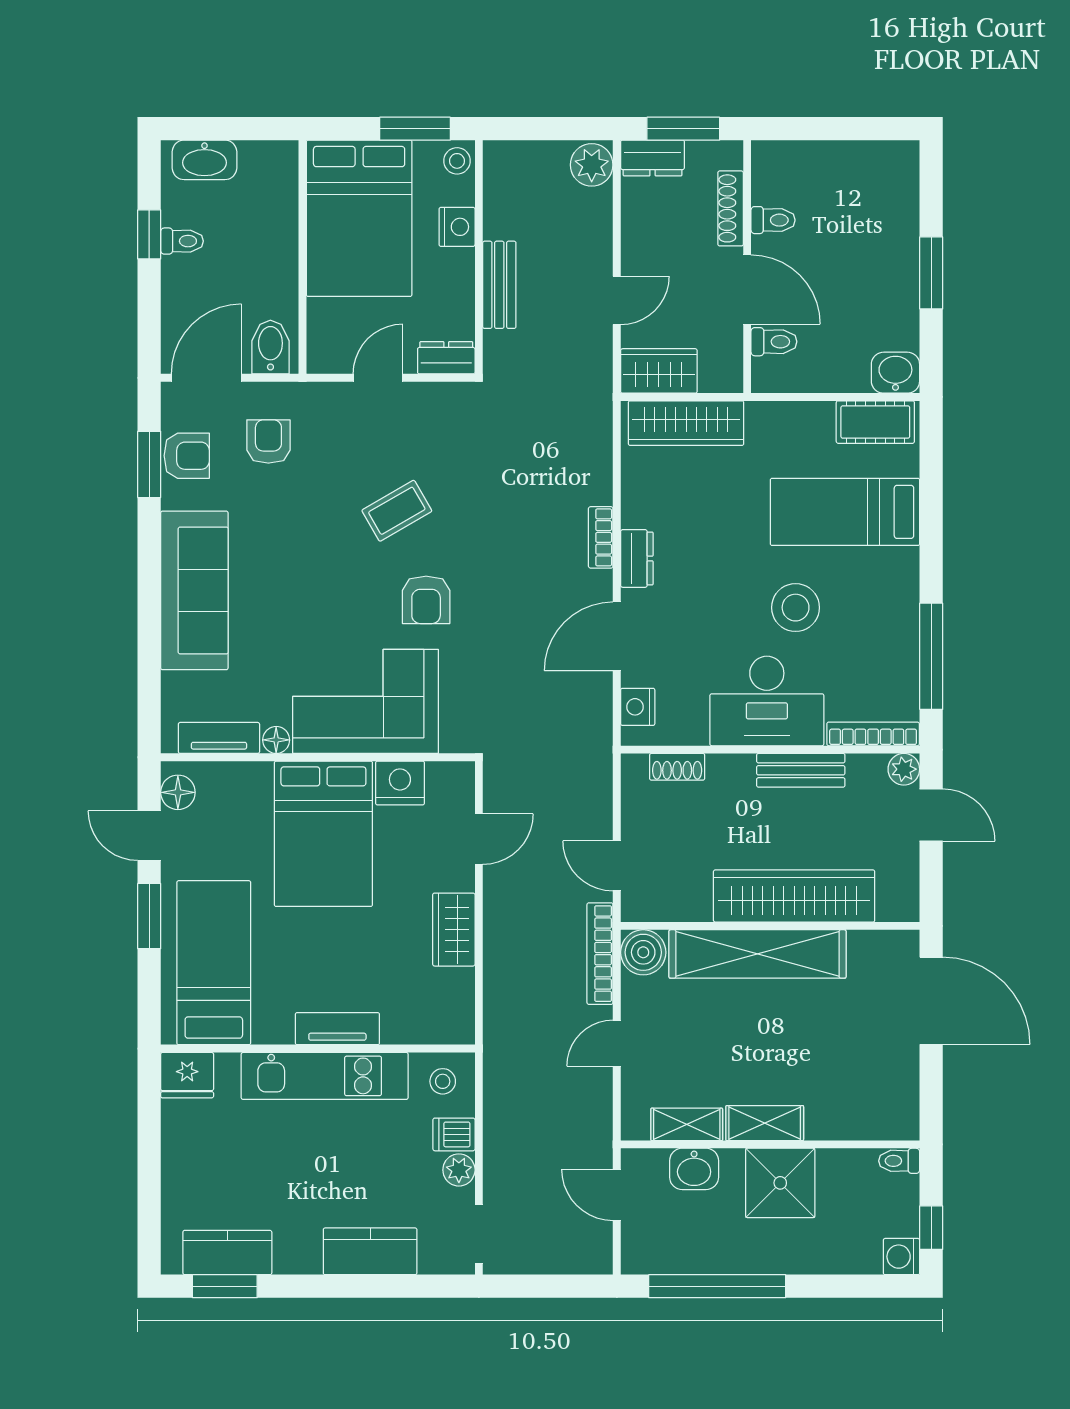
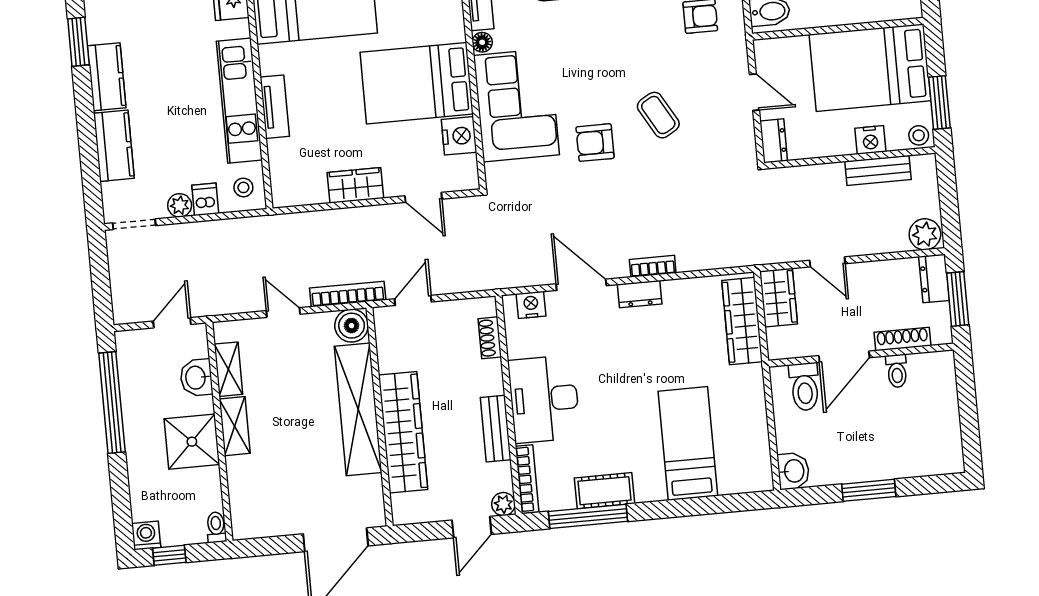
bench: (499, 285) -> (878, 170), moved
toilet: (774, 342) -> (805, 387), width x1.37, depth x1.39
cot: (875, 422) -> (605, 491), moved, turned 90
stool: (796, 608) -> (614, 414), removed
kitchen counter: (227, 1253) -> (107, 77), moved

